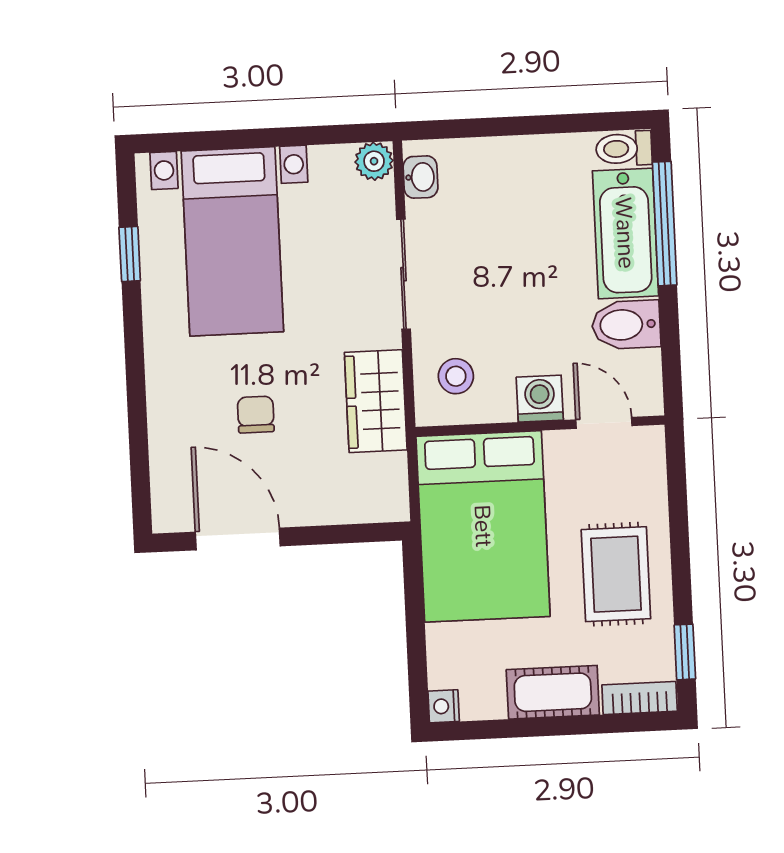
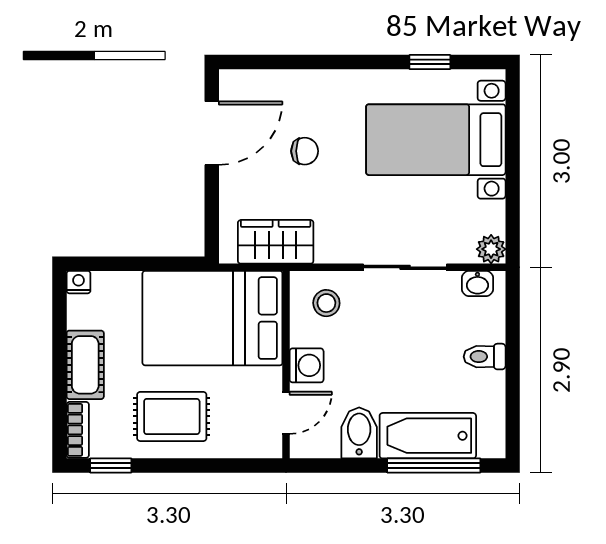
toilet: (624, 149) -> (485, 357), moved, turned -90
wardrobe: (376, 401) -> (276, 242), moved

